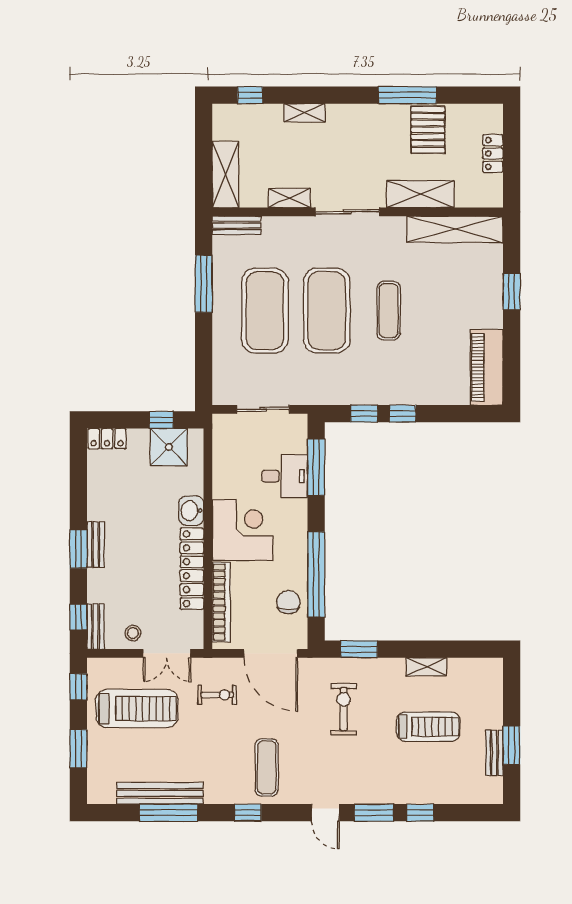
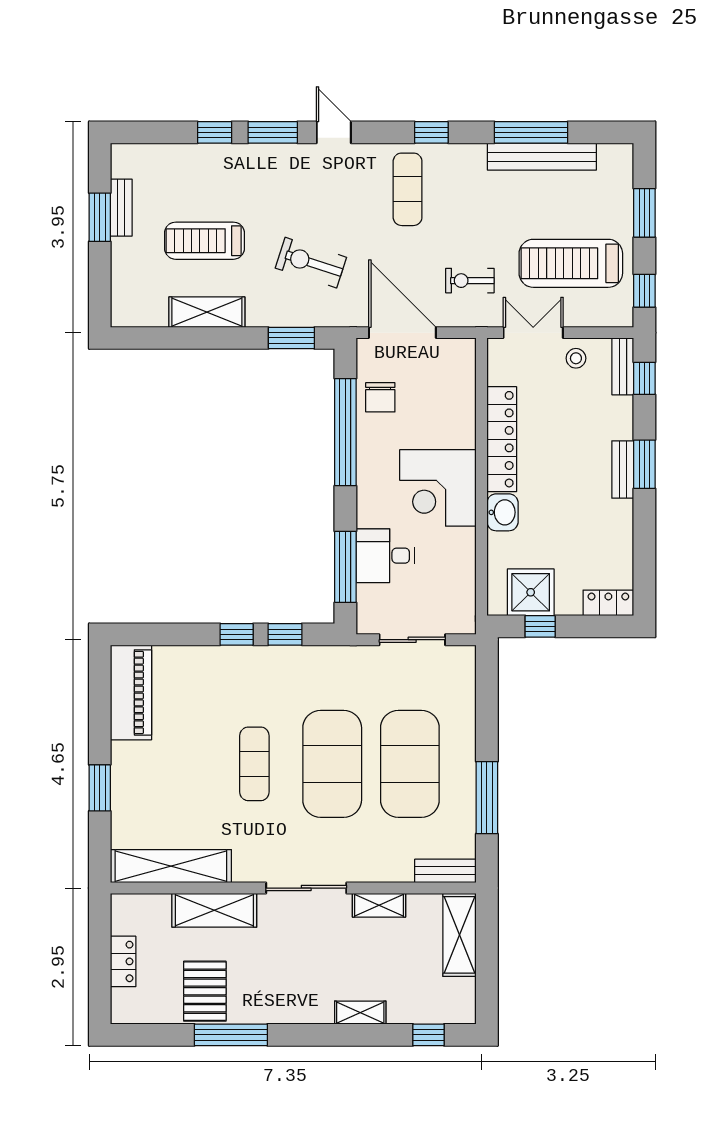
bookcase: (221, 602) -> (465, 397), removed
shelving: (426, 667) -> (207, 312), width x1.50, depth x1.33
exercise bike: (344, 709) -> (311, 263), turned 108

